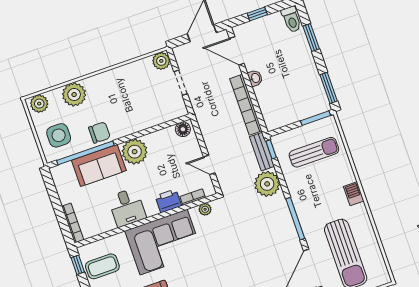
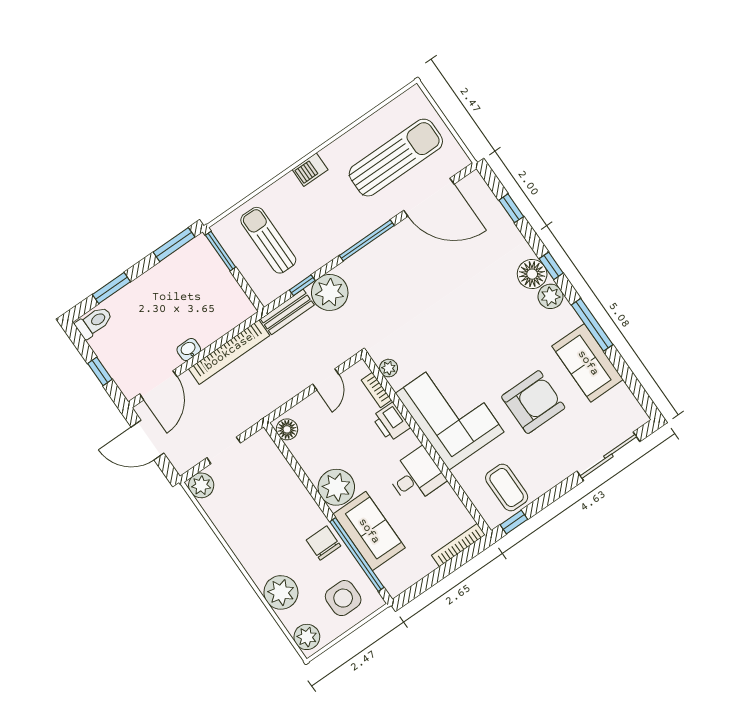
window: (271, 149) -> (302, 285), moved

